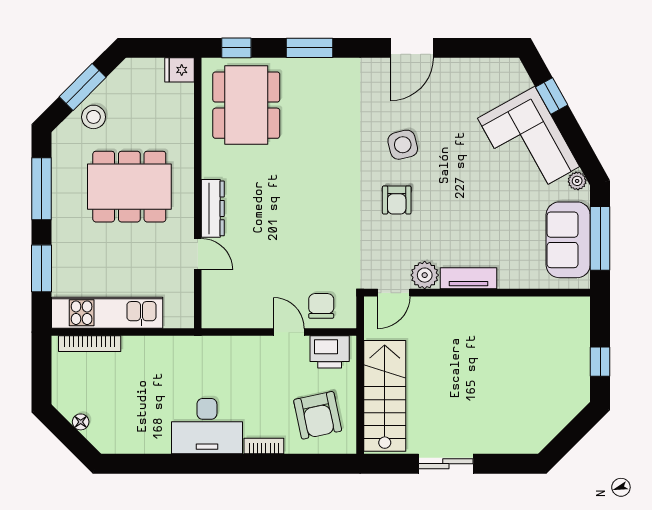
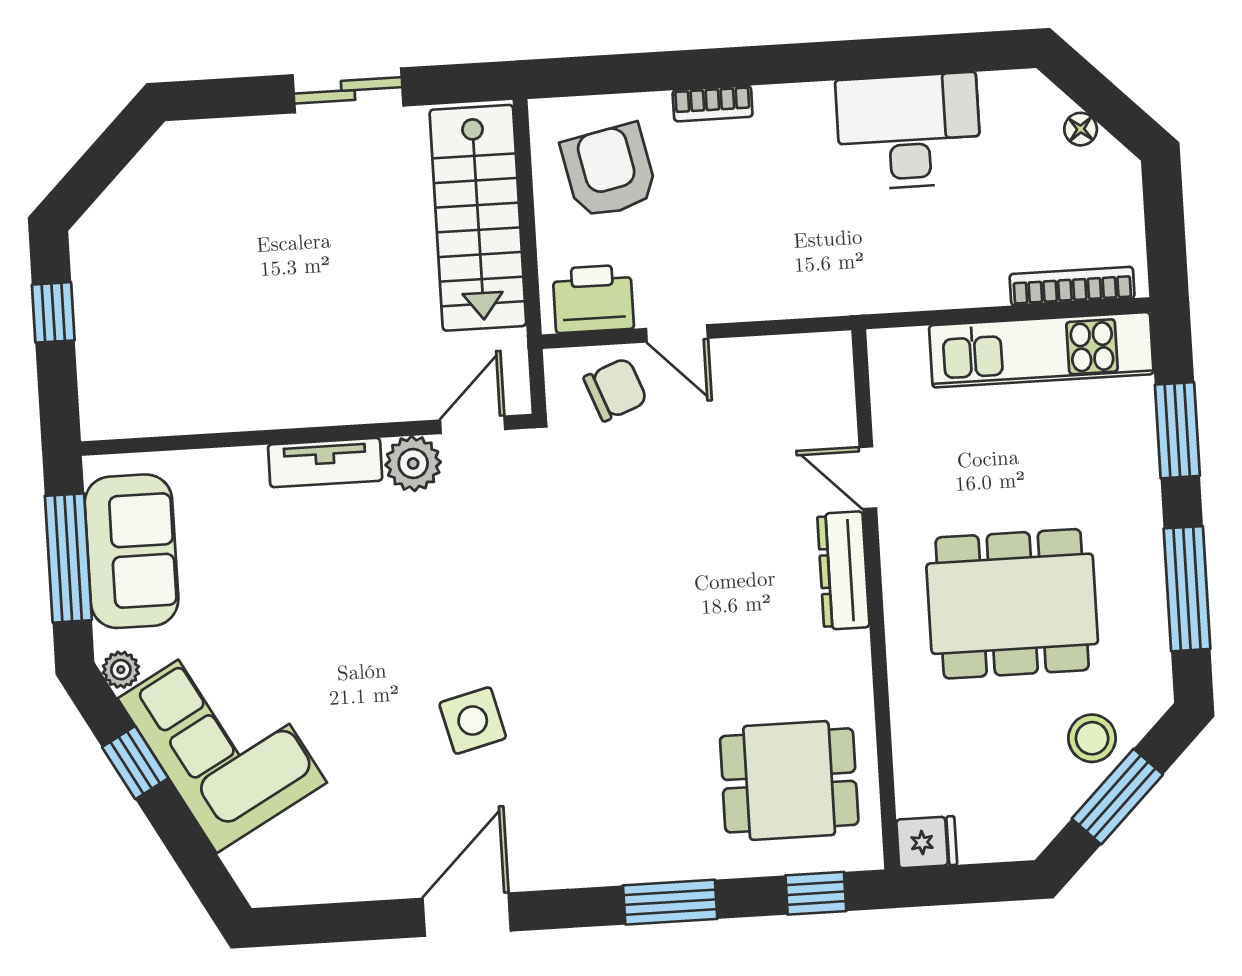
window: (552, 96) -> (135, 763), moved
dining table: (246, 105) -> (789, 780), width x0.73
armchair: (397, 200) -> (478, 610), removed
chair: (321, 306) -> (615, 389), turned -111
desk: (207, 426) -> (909, 131), moved

